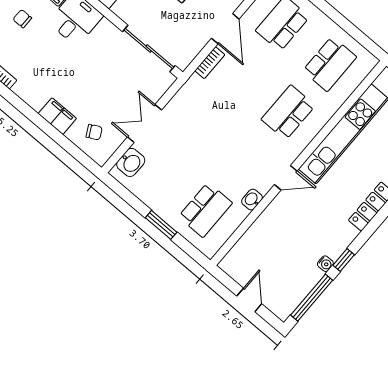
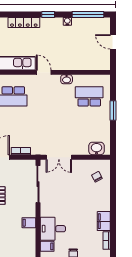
filing cabinet: (57, 116) -> (104, 221), moved
double door: (144, 124) -> (59, 157), moved
window: (344, 260) -> (48, 14), moved
door: (249, 300) -> (113, 42), hinge flipped

